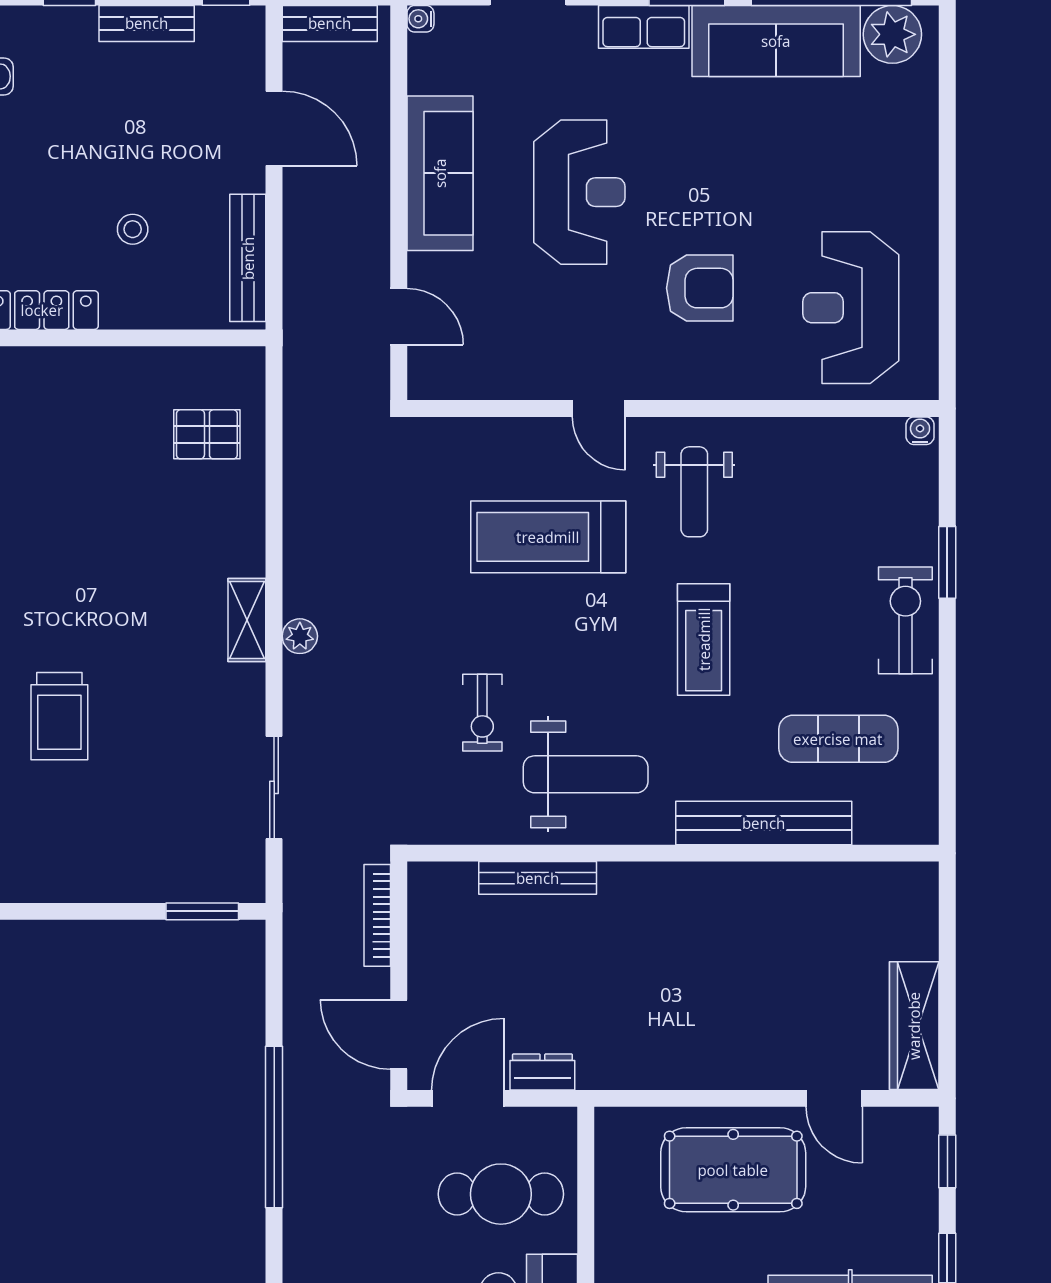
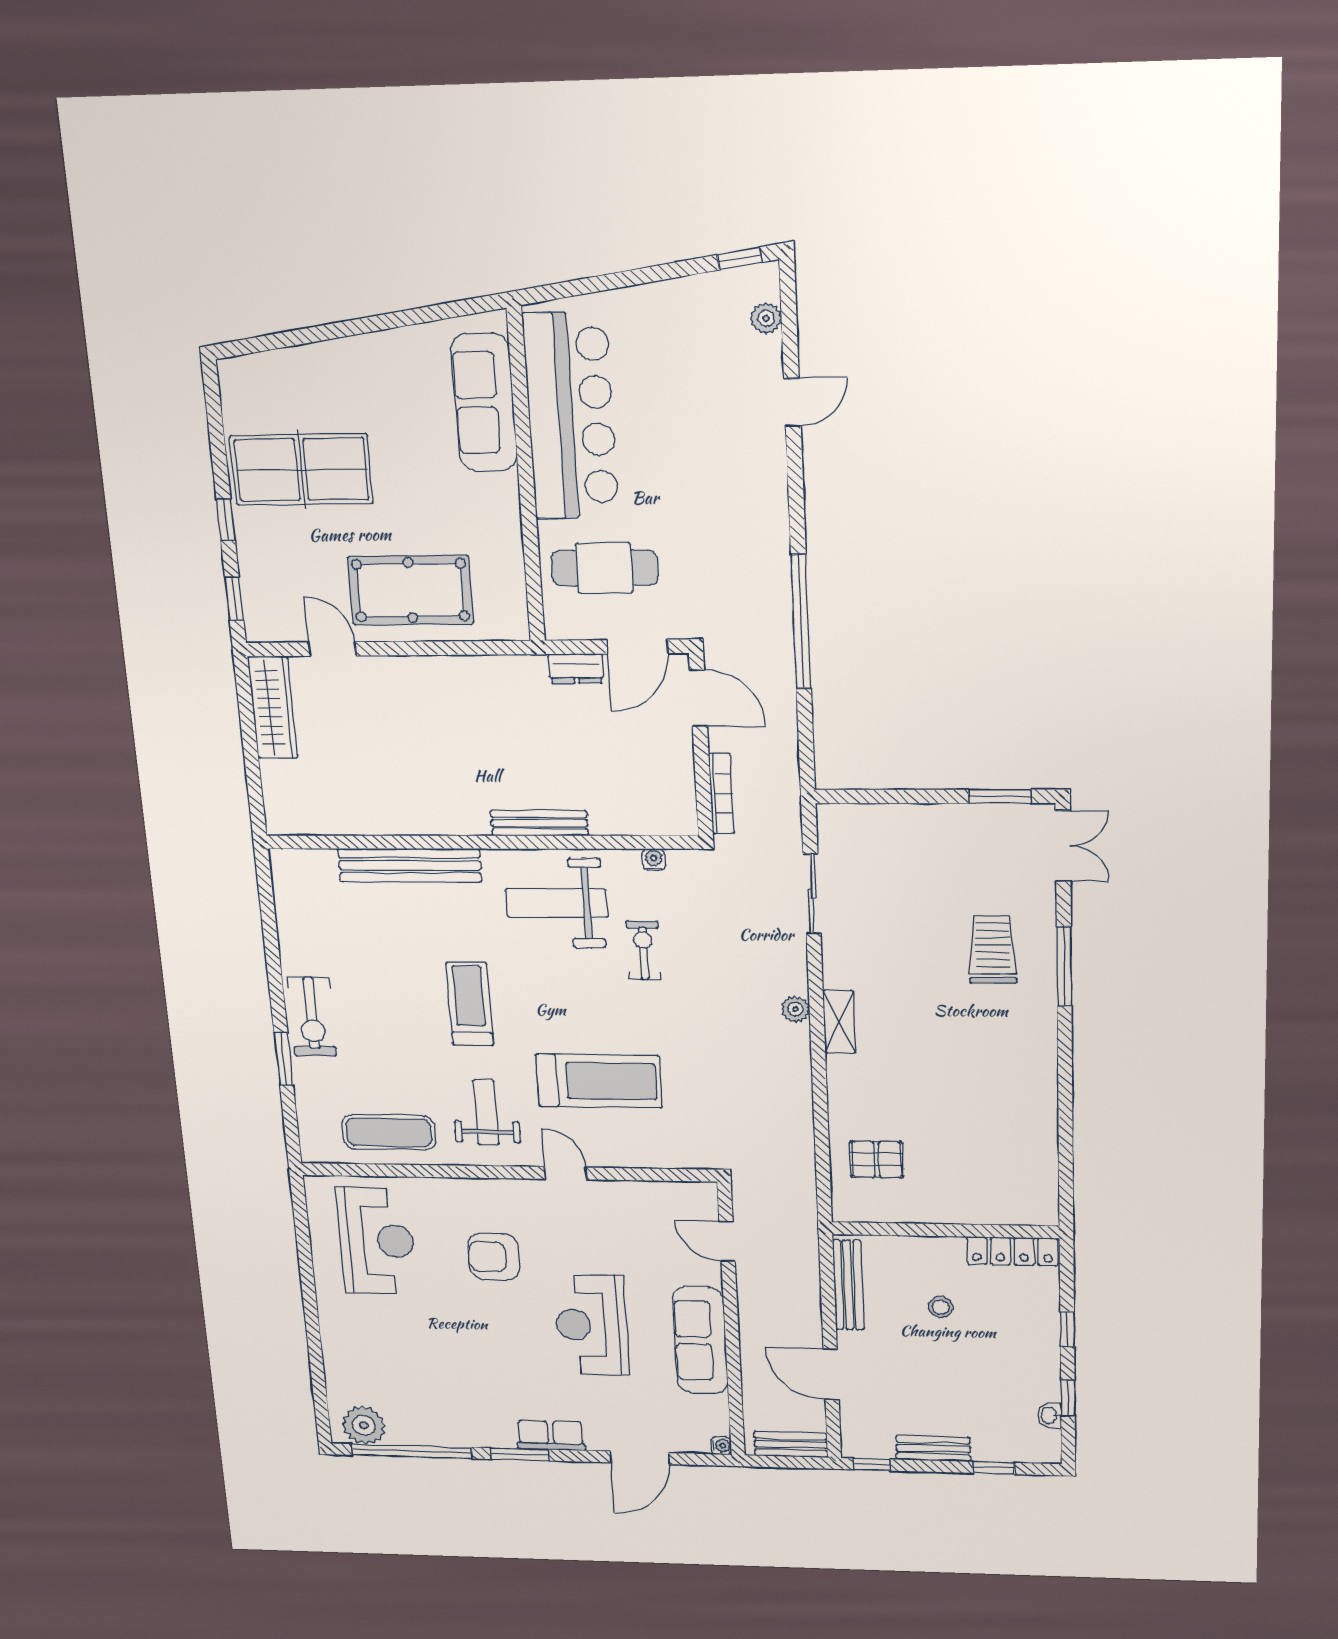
sofa: (776, 41) -> (450, 1423), removed
water cooler: (920, 431) -> (654, 860), moved, turned 180
exercise mat: (838, 739) -> (389, 1132), moved
bench: (538, 878) -> (539, 823), moved
window: (202, 911) -> (1000, 796), moved

